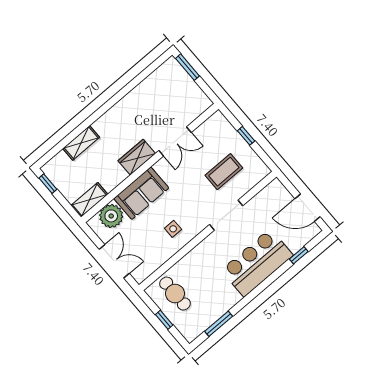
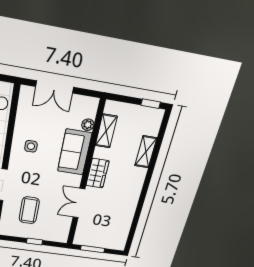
window: (187, 67) -> (93, 249), moved
shelving: (89, 200) -> (106, 131), moved
plant: (111, 216) -> (88, 125), width x0.53, depth x0.53

